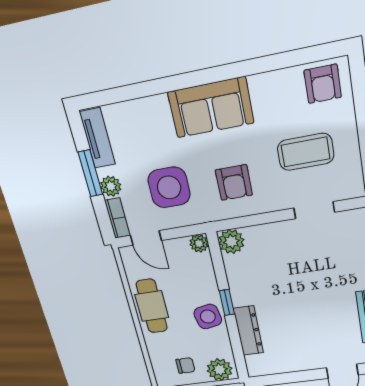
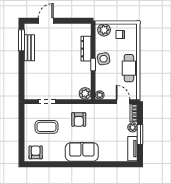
armchair: (234, 183) -> (79, 119), turned 180
side table: (169, 187) -> (107, 122), removed

